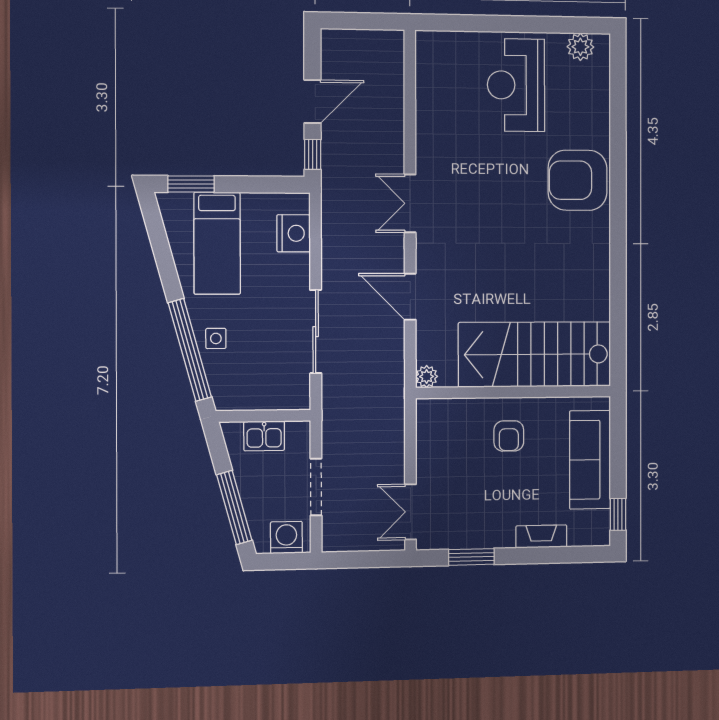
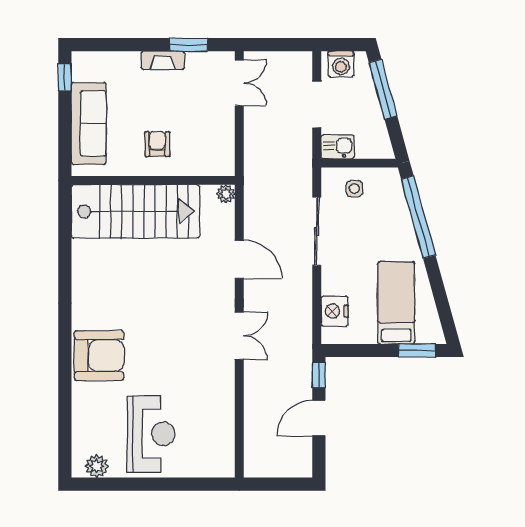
side table: (216, 338) -> (354, 189), moved
kitchen sink: (264, 436) -> (338, 147), moved
fireplace: (541, 536) -> (163, 60), moved

